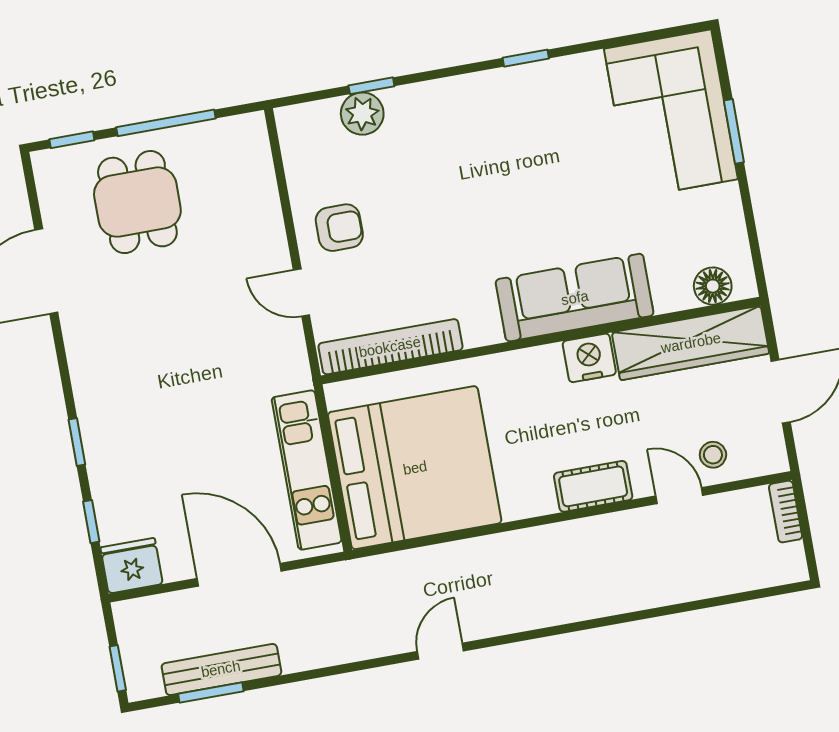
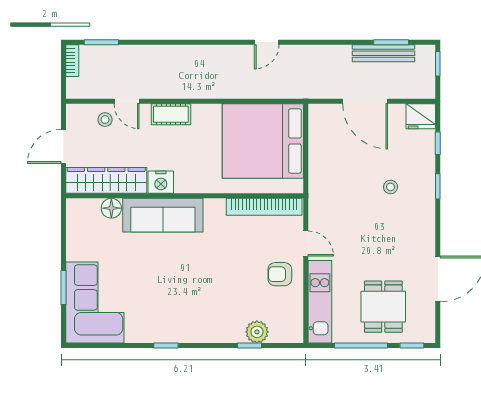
floor lamp: (713, 286) -> (111, 208), moved
stool: (164, 425) -> (391, 187), added
kitchen unit: (307, 470) -> (320, 302), moved
bookcase: (786, 512) -> (72, 61), moved
window: (745, 596) -> (101, 42), added

